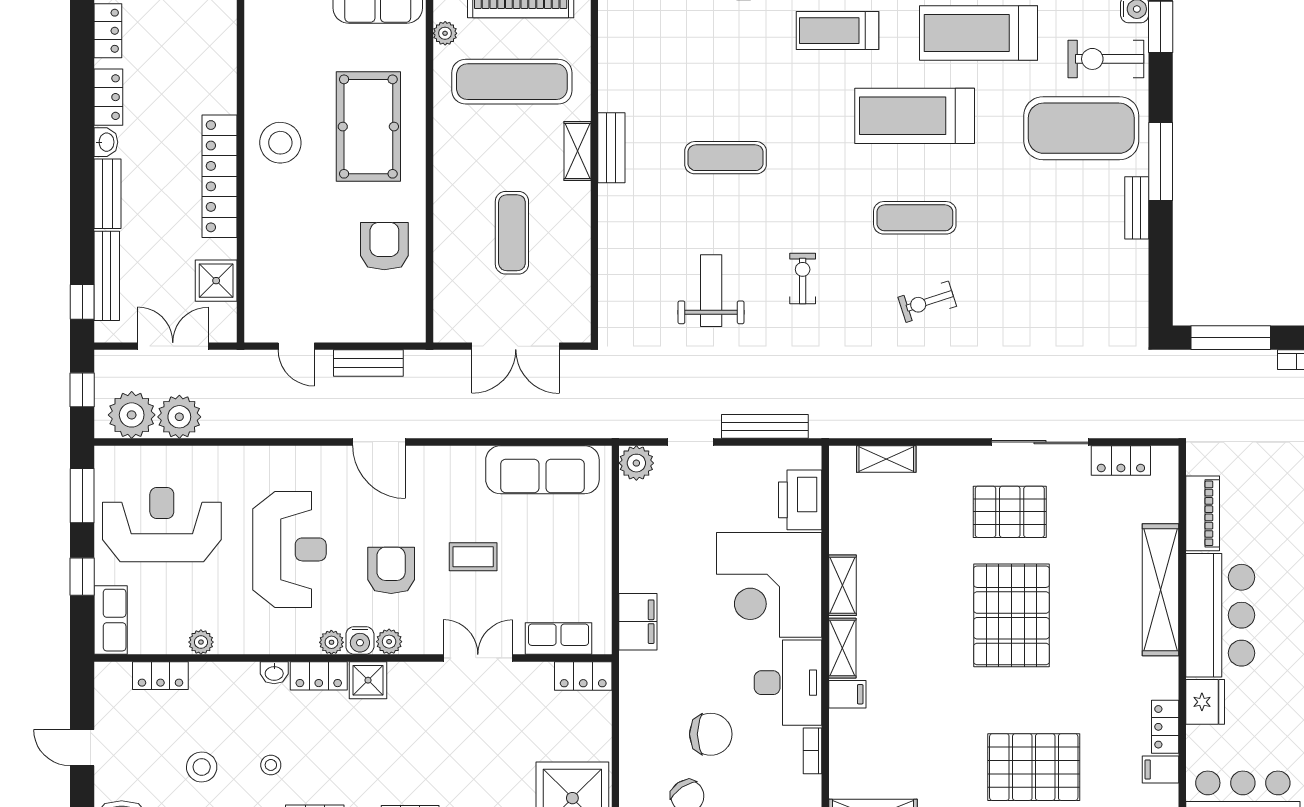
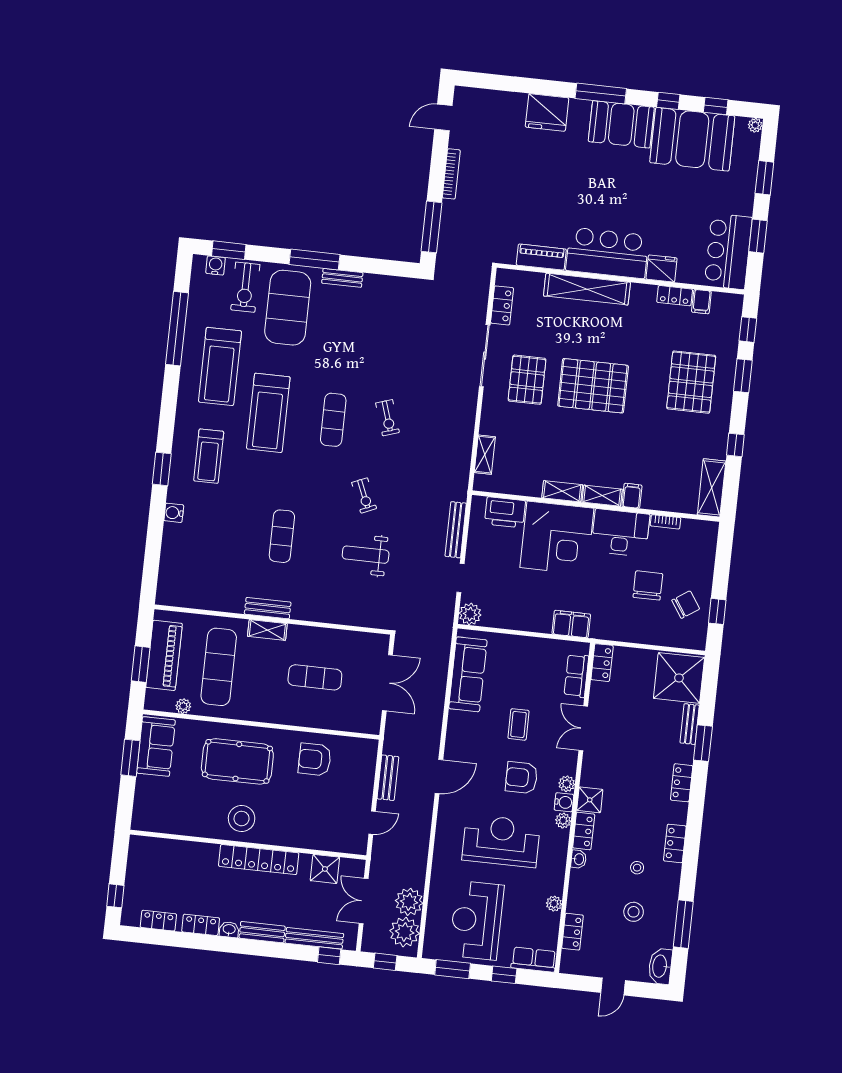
exercise bike: (803, 278) -> (364, 495), turned -113

